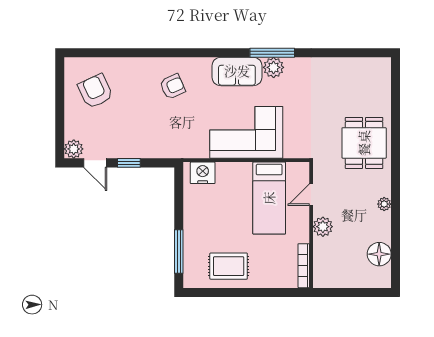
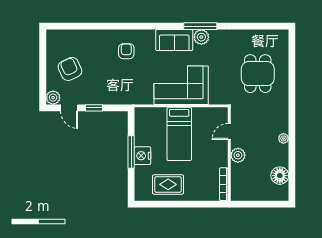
armchair: (172, 86) -> (126, 51), turned -66
armchair: (95, 91) -> (70, 69), moved
dining table: (364, 143) -> (258, 74), moved
nightstand: (203, 173) -> (142, 156), moved, turned -90
bed: (269, 198) -> (179, 134), moved
window: (179, 251) -> (131, 152), moved

